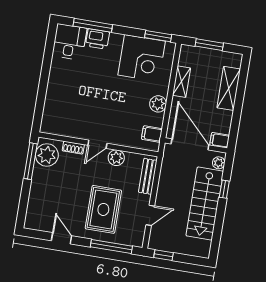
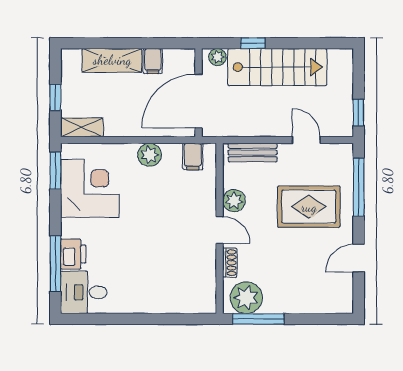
window: (209, 45) -> (55, 97), width x0.67
shelving: (182, 82) -> (82, 127), moved
filing cabinet: (220, 140) -> (153, 61), moved

